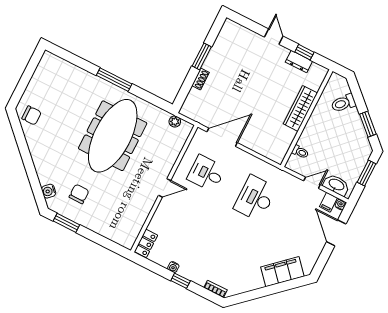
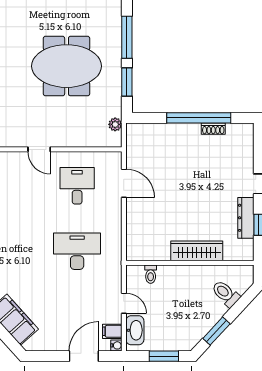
window: (202, 56) -> (199, 118), width x2.11
dresser: (299, 62) -> (246, 218), width x1.44
shoe rack: (200, 79) -> (213, 129), moved
window: (148, 97) -> (127, 82), added
meeting table: (113, 136) -> (67, 66), width x0.73
door: (222, 137) -> (124, 183), width x0.73

